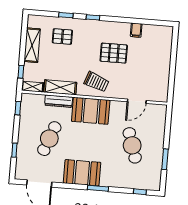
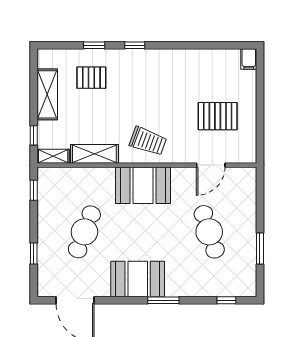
filing cabinet: (136, 30) -> (249, 59), moved
pallet: (114, 53) -> (218, 116), moved
dresser: (59, 101) -> (94, 175), removed

